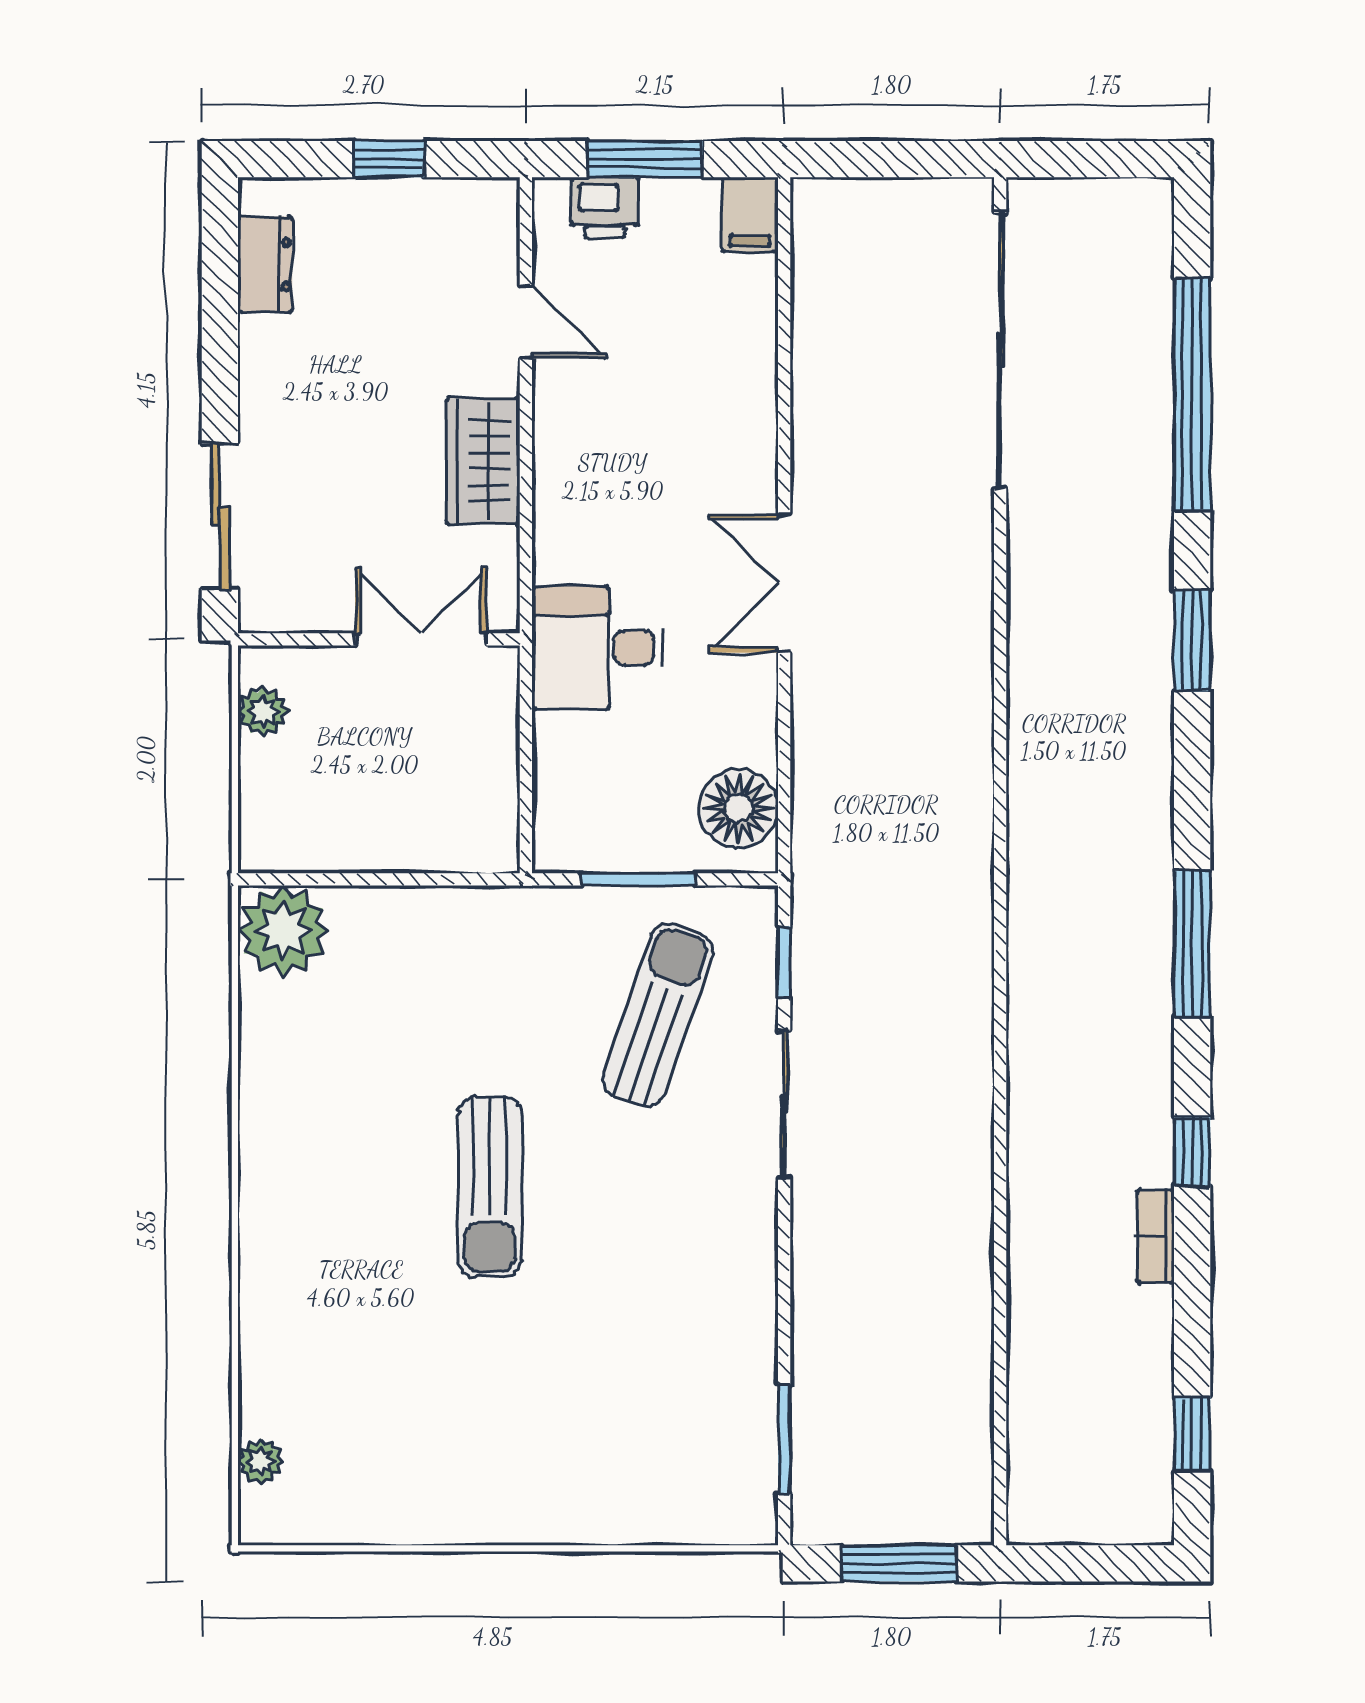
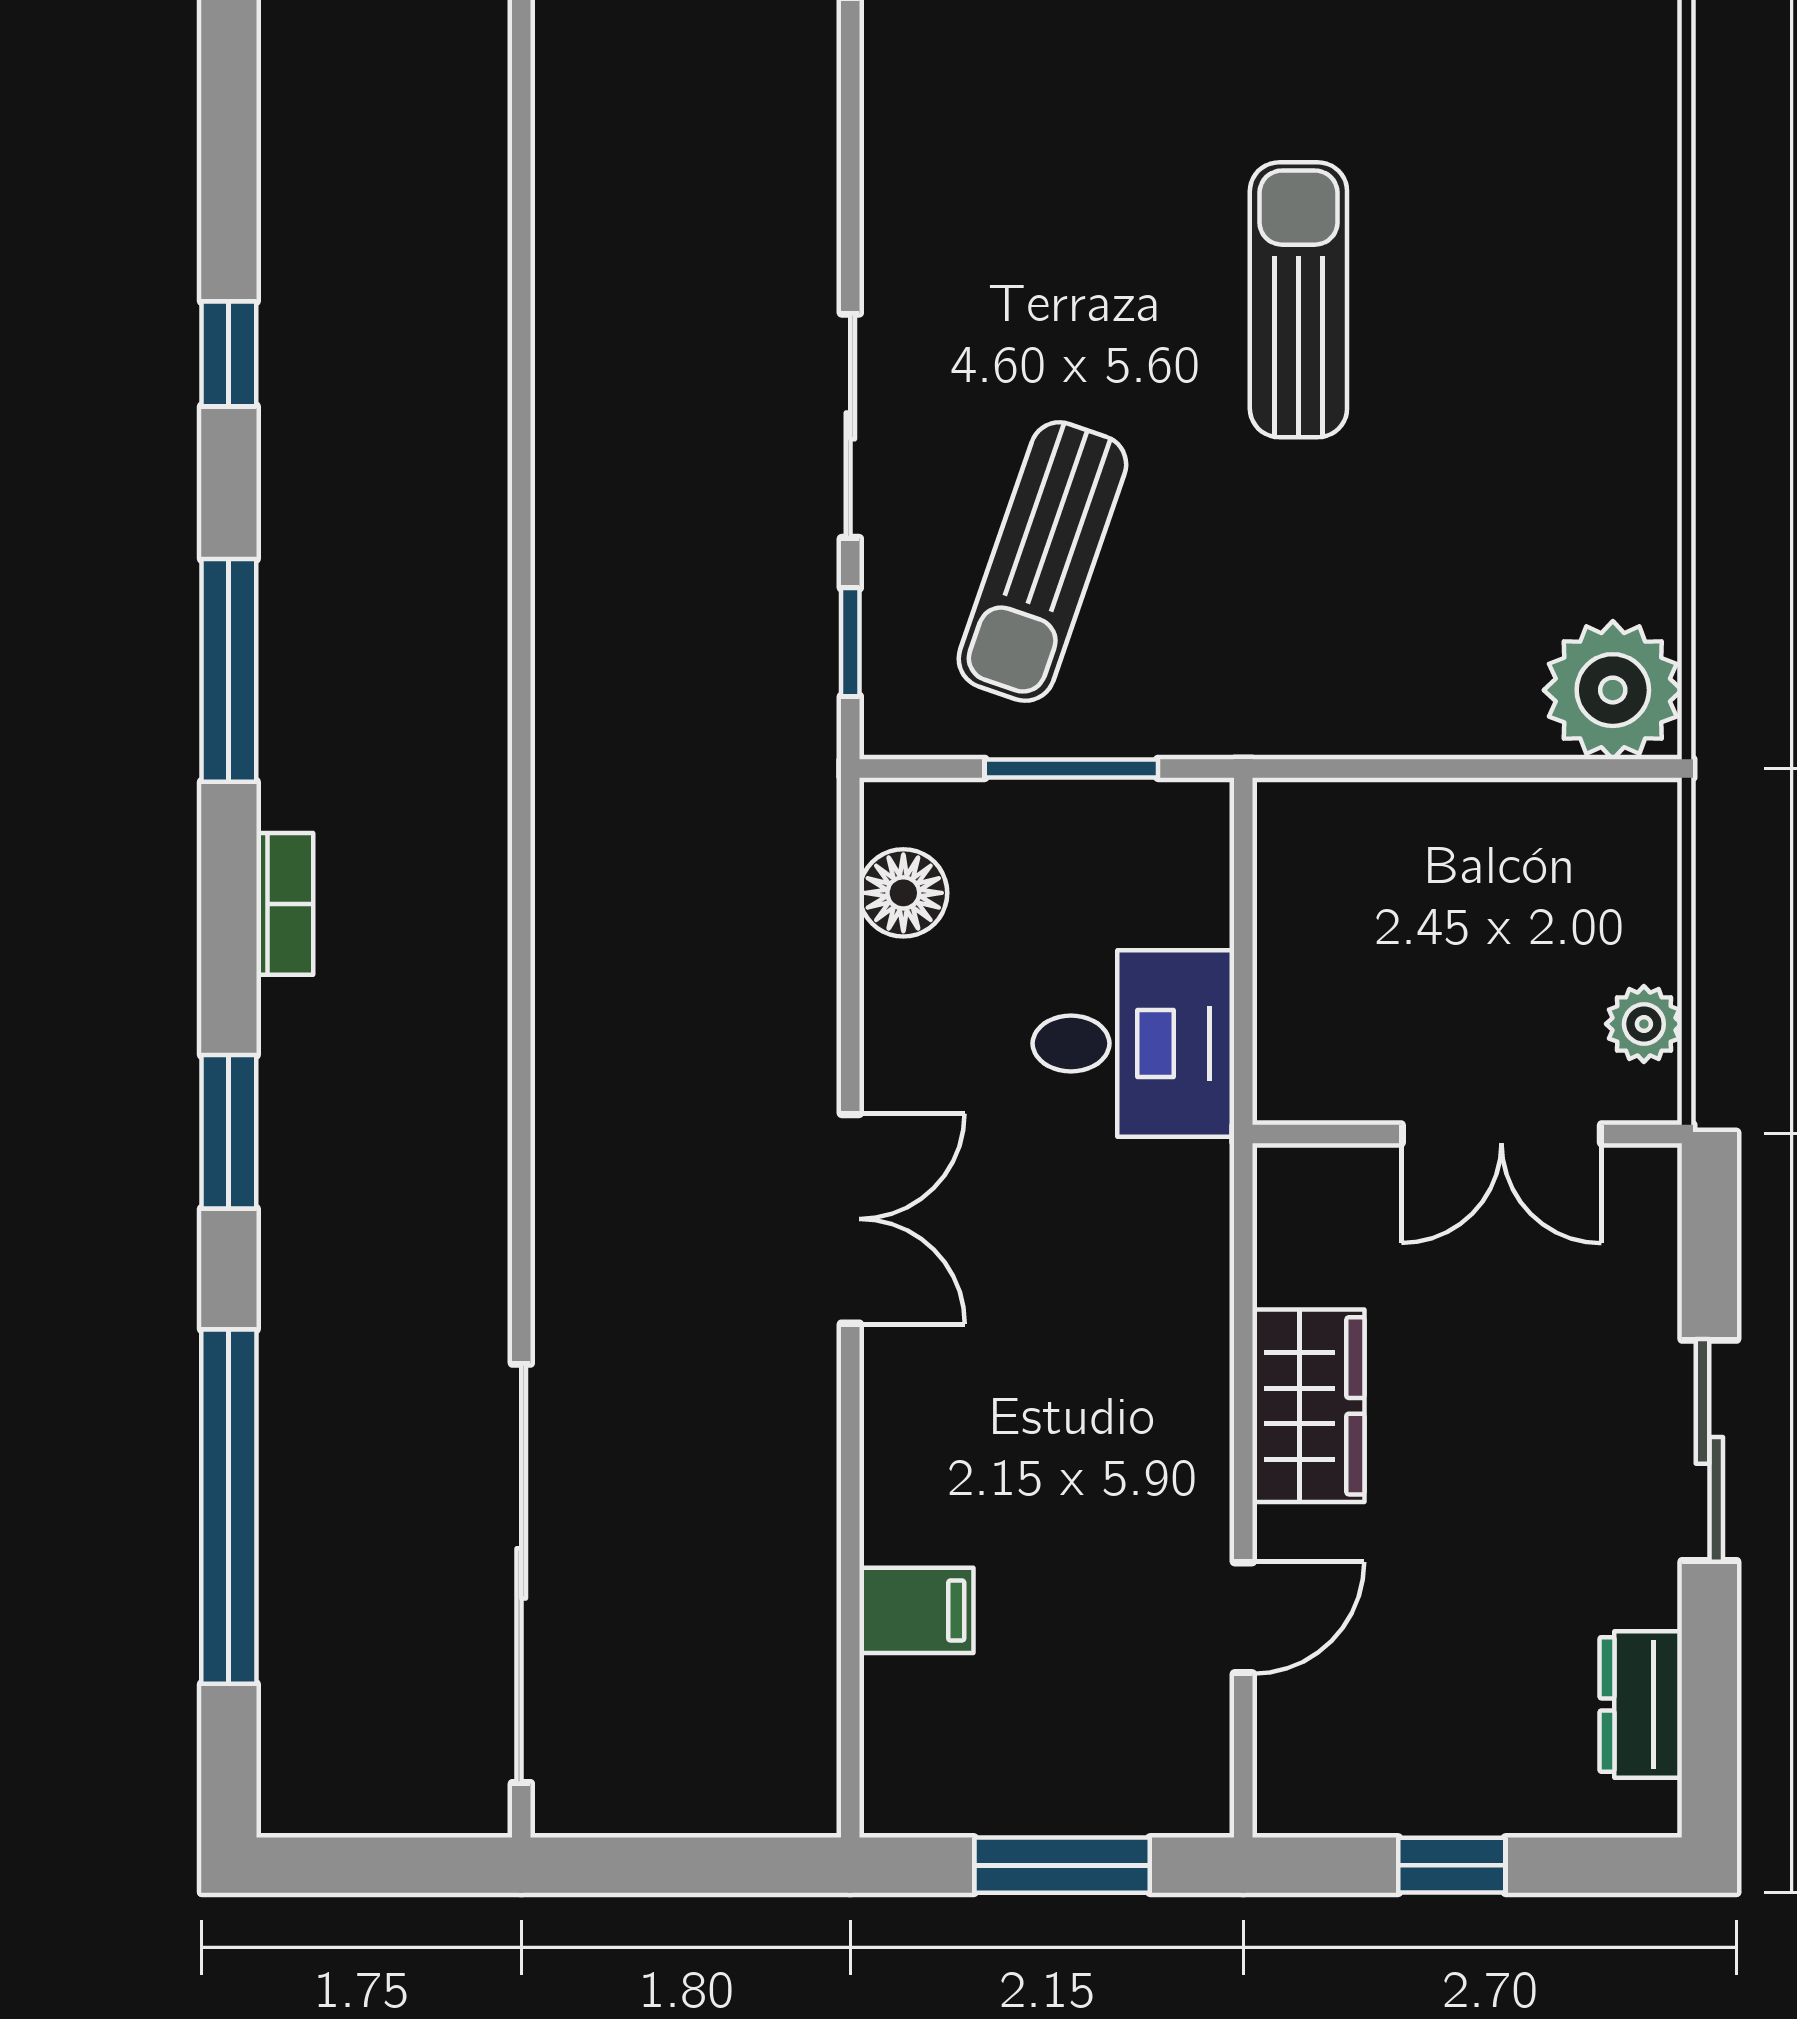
printer: (605, 208) -> (1123, 1791), removed
filing cabinet: (750, 215) -> (916, 1610), moved, turned 90
door: (526, 322) -> (1243, 1618), swing flipped
sliding door: (220, 516) -> (1709, 1450), moved
double door: (421, 639) -> (1501, 1134), moved
desk: (598, 648) -> (1133, 1043), moved
floor lamp: (738, 808) -> (903, 893), width x0.73, depth x0.73
bookcase: (1155, 1237) -> (285, 904), moved

